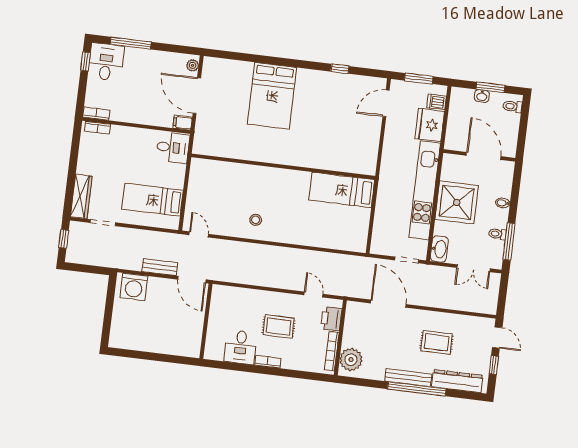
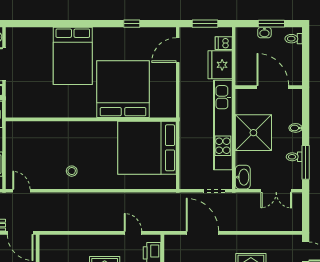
bed: (322, 138) -> (123, 89), added
bed: (342, 190) -> (147, 148), width x2.04

